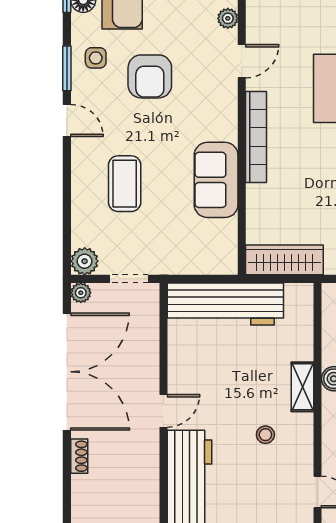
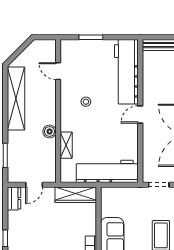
shelving: (302, 387) -> (66, 145), moved

